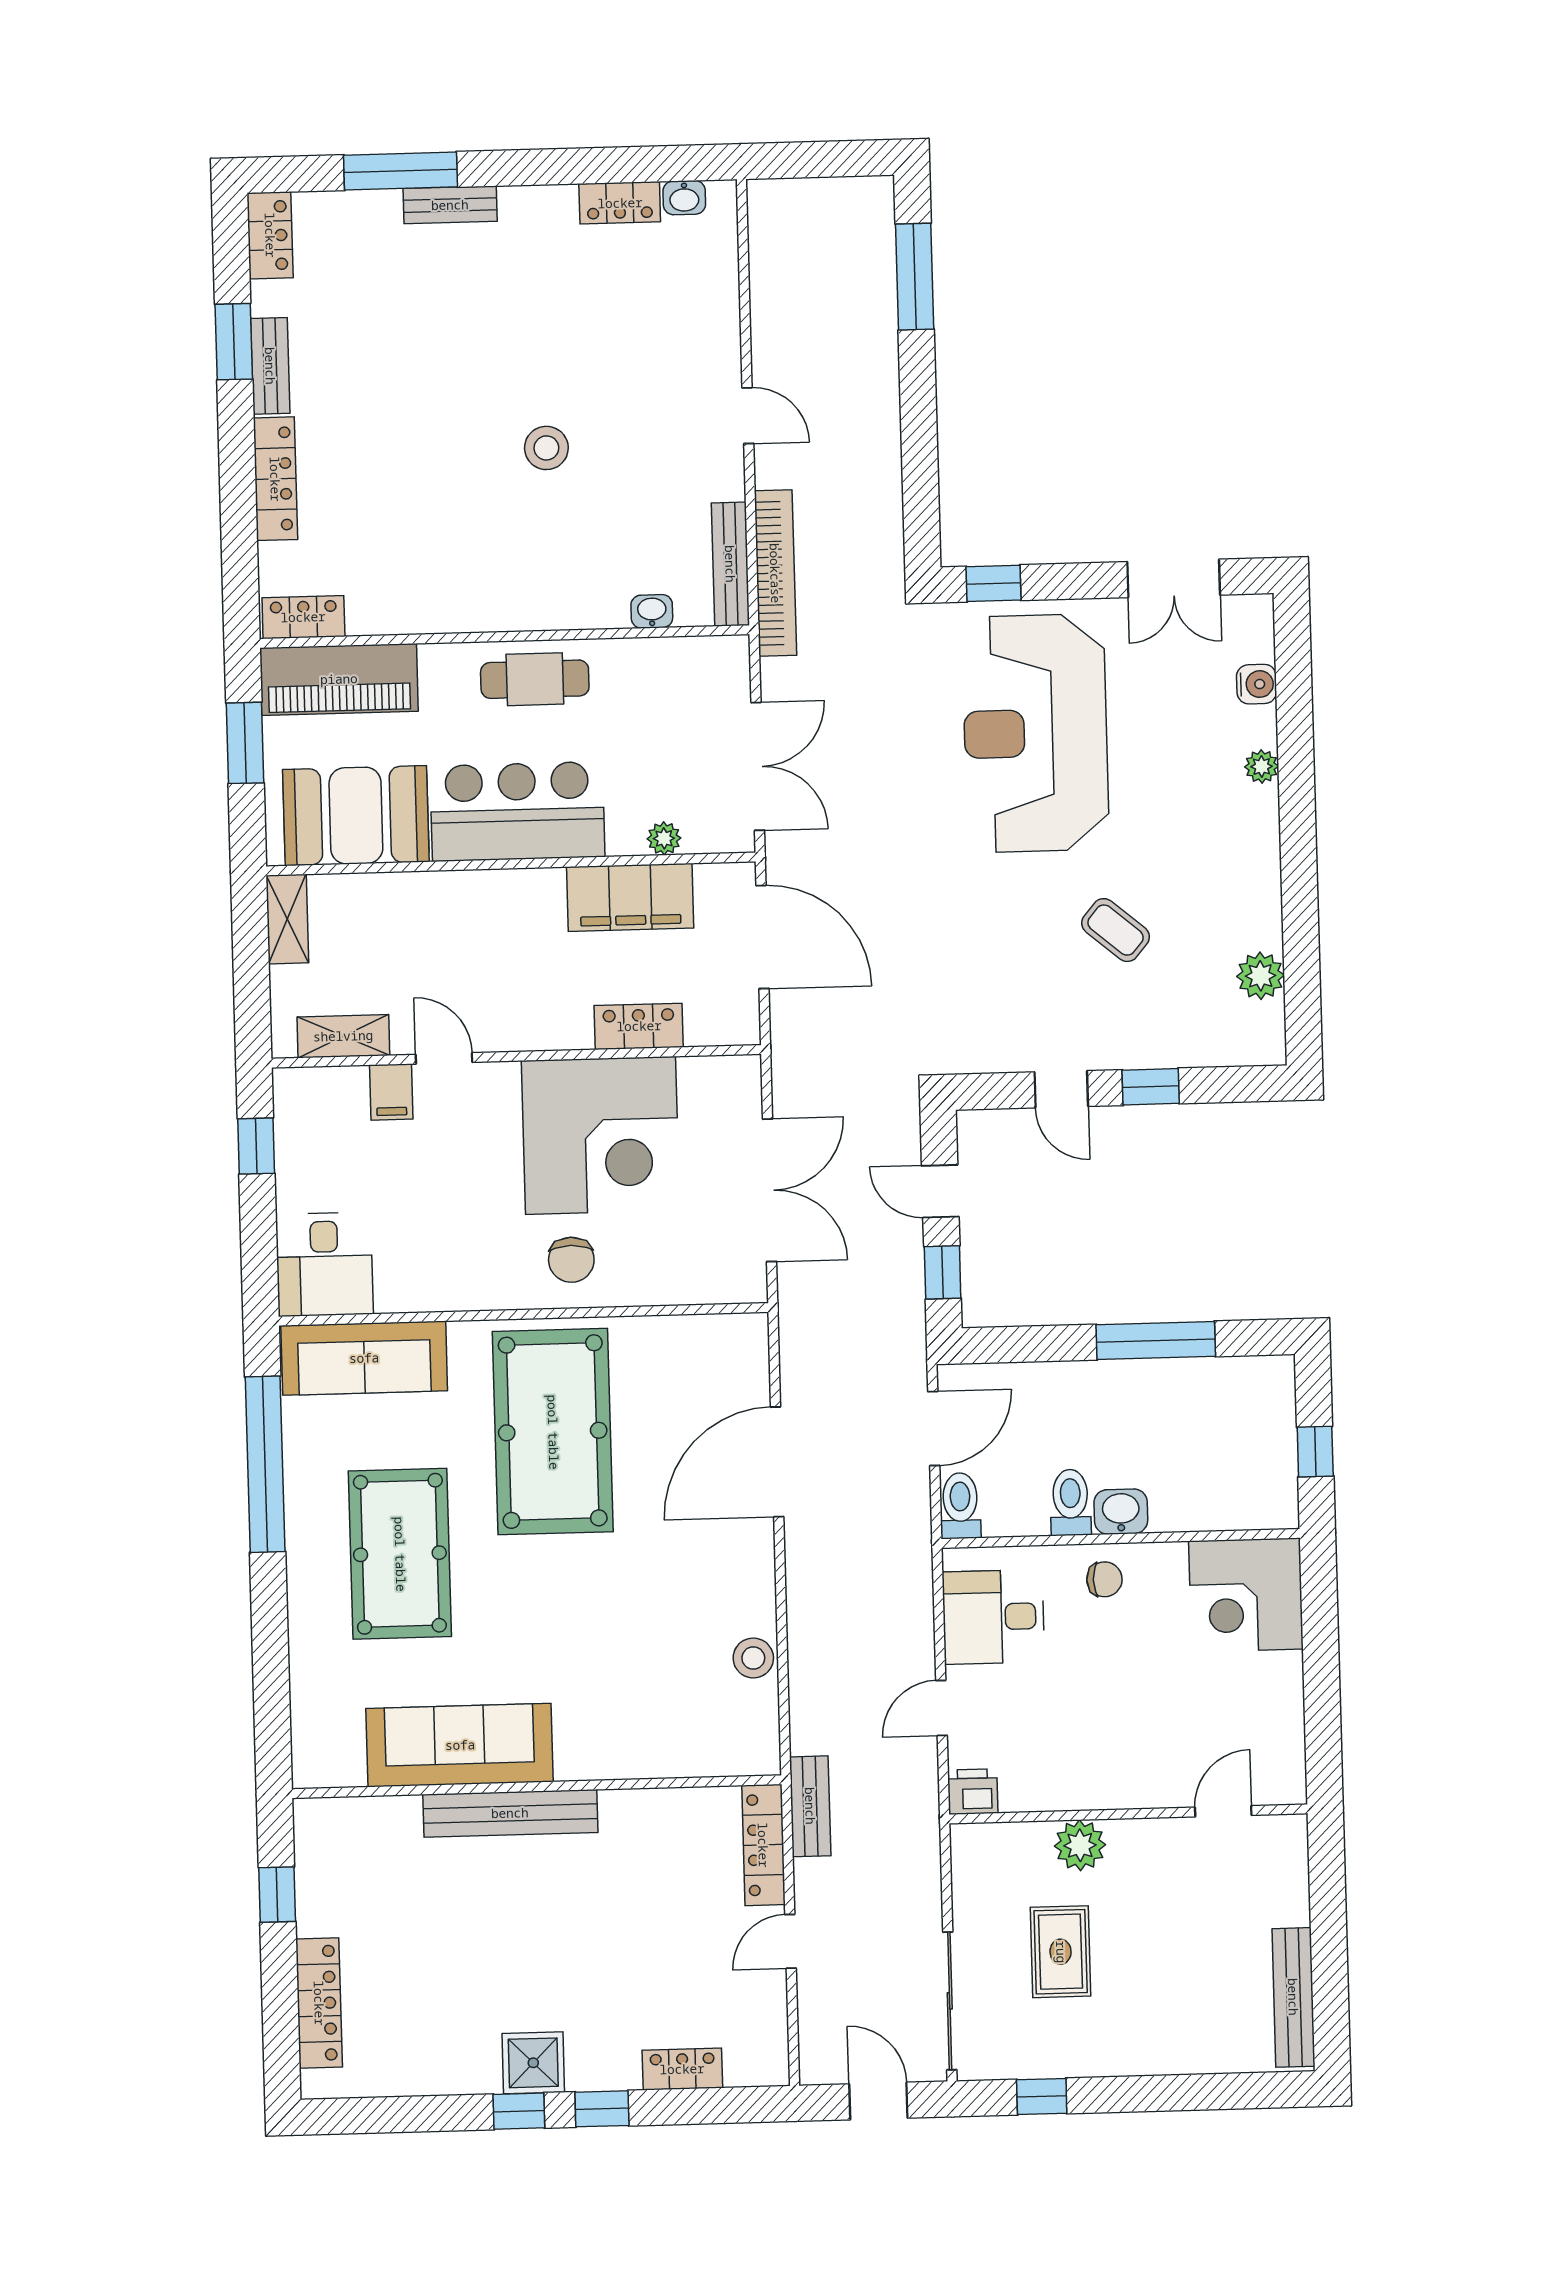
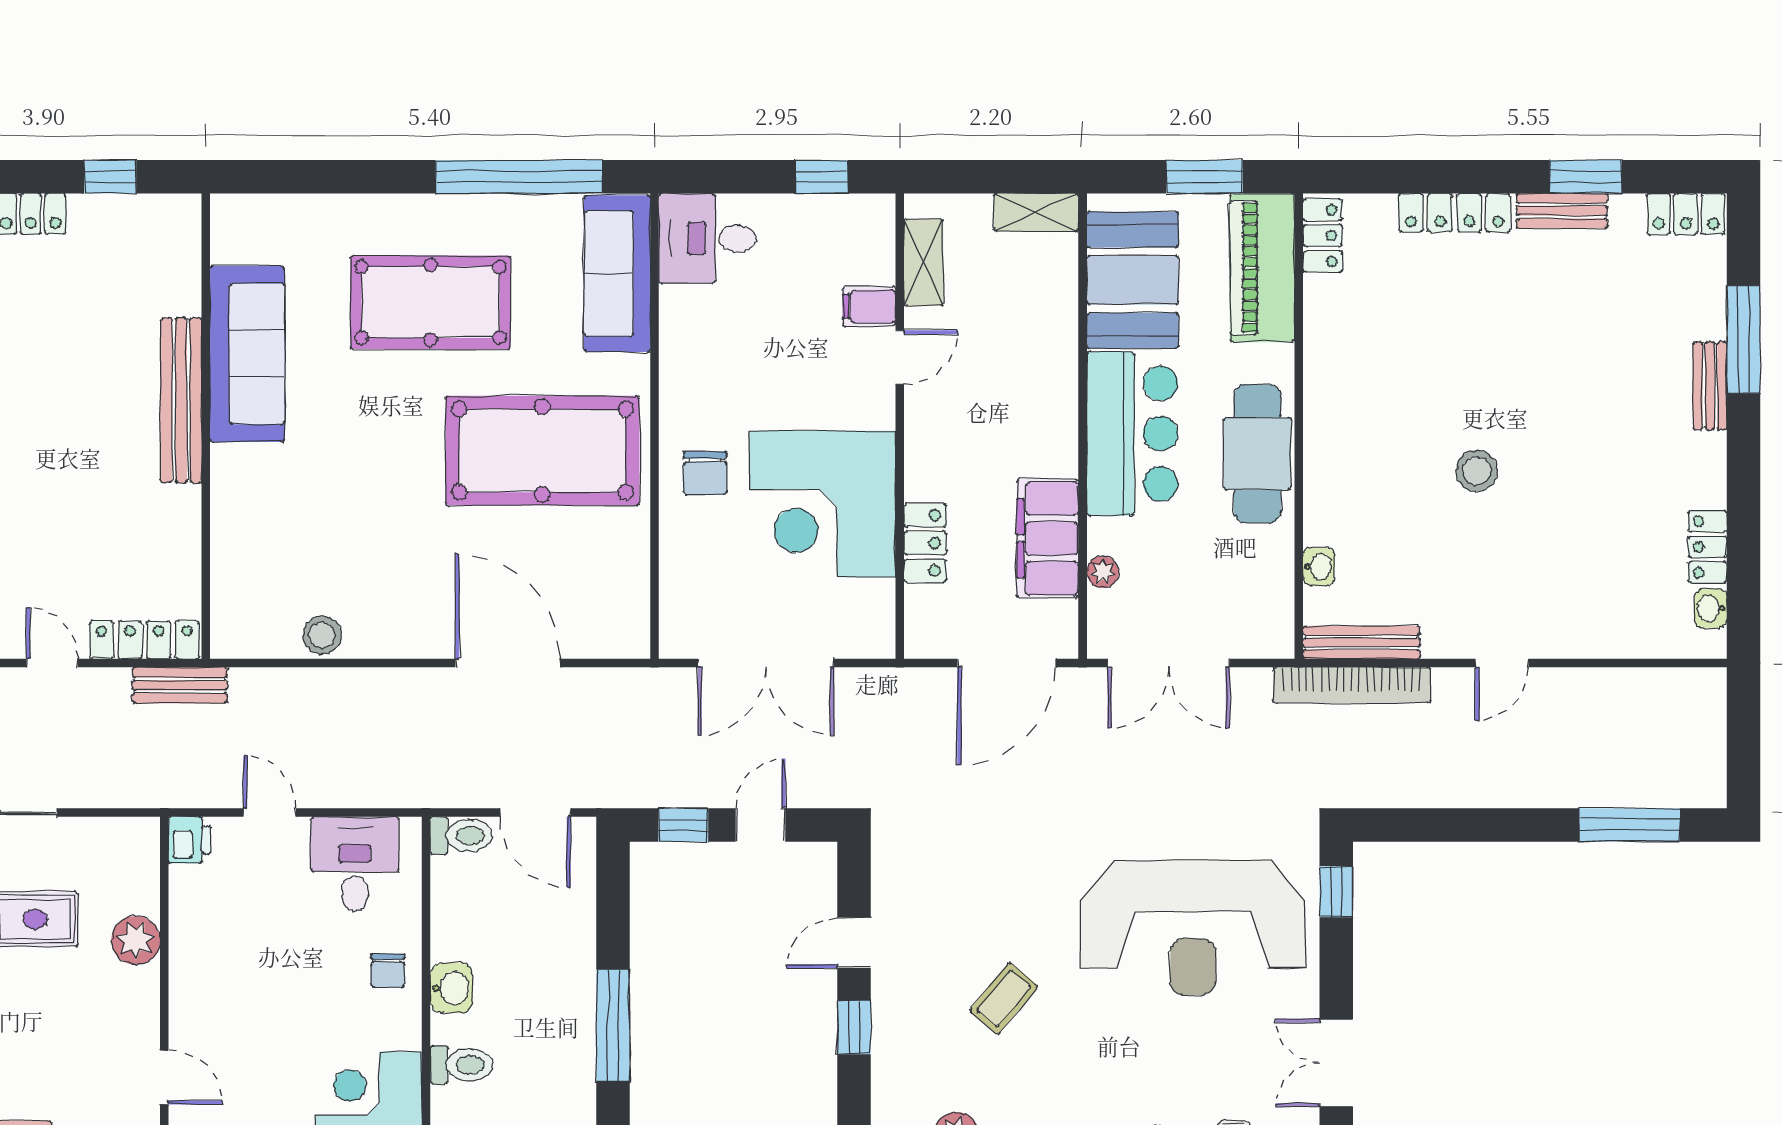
cafe table: (535, 679) -> (1257, 454), width x1.37, depth x1.35
reception desk: (1035, 733) -> (1193, 928), turned 180
chair: (571, 1260) -> (705, 473), turned -90
toilet: (1070, 1502) -> (462, 1065), moved

